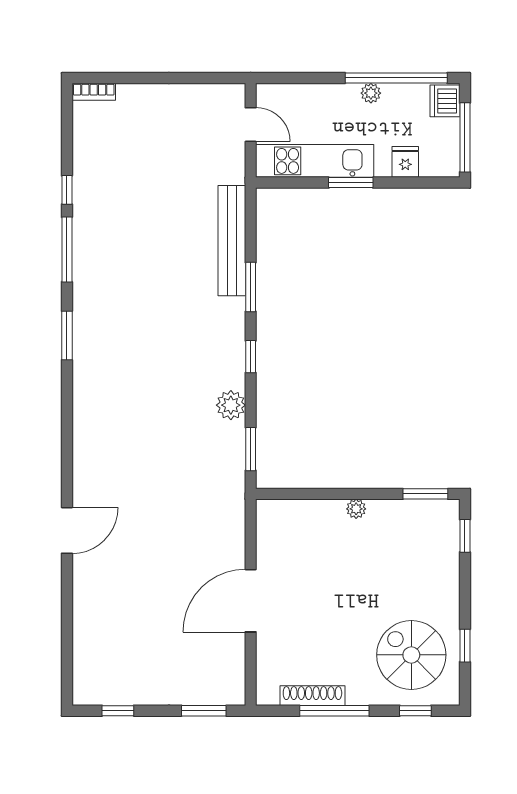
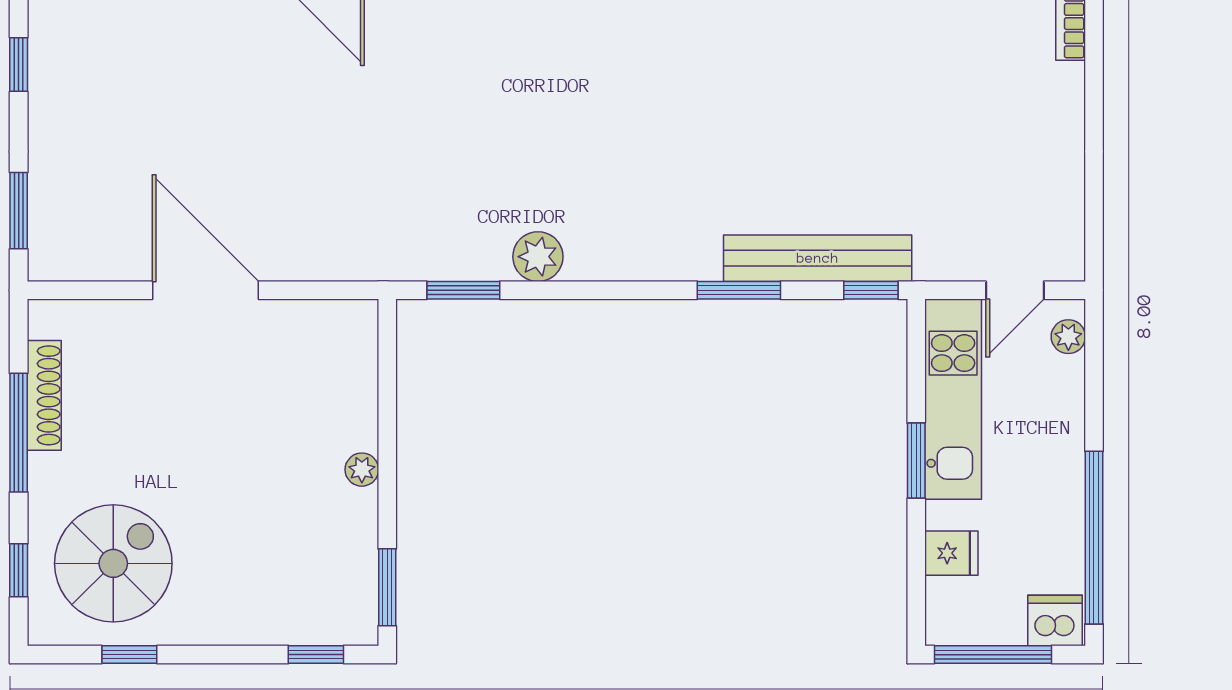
plant: (371, 93) -> (1068, 337), moved
window: (251, 357) -> (871, 290), moved

